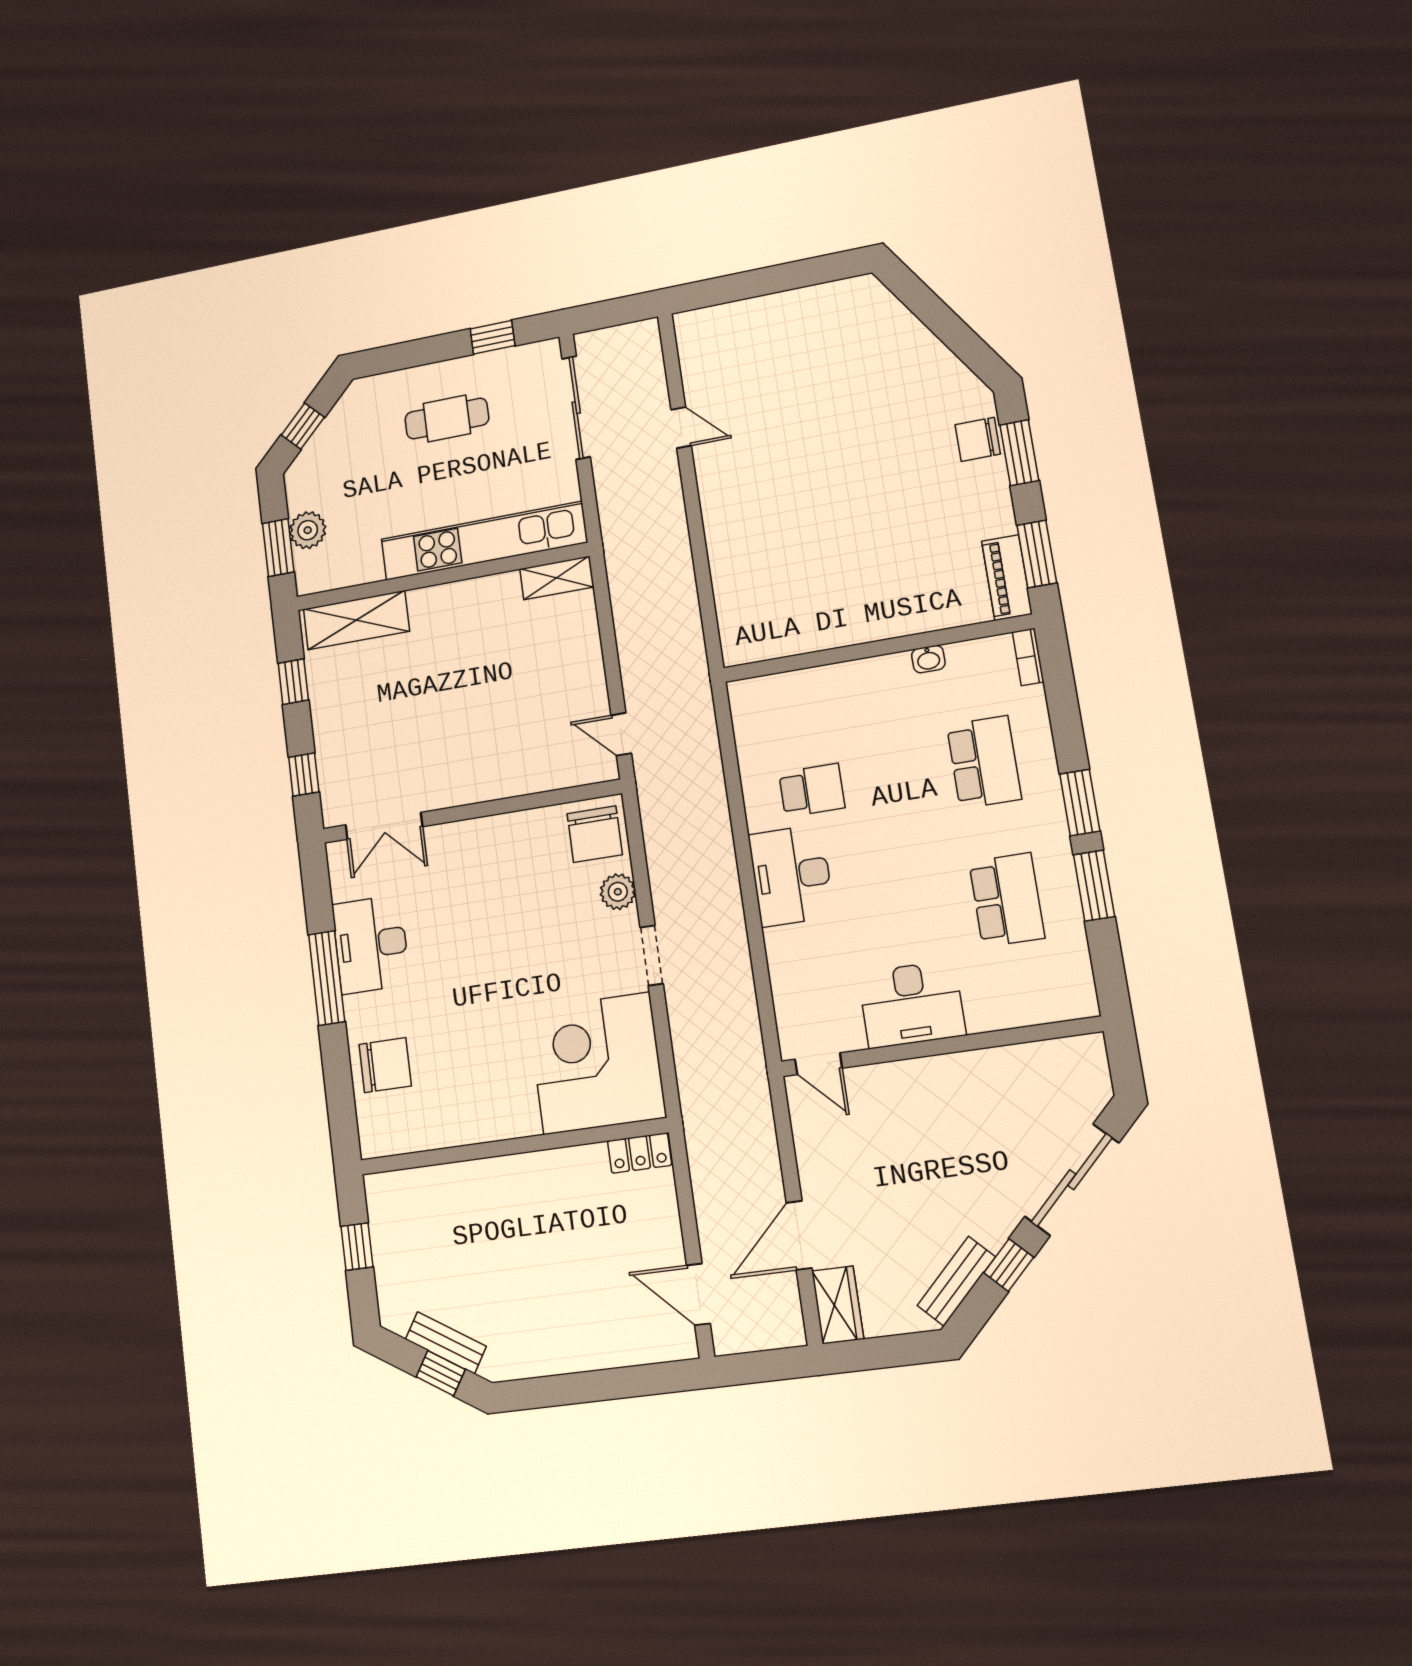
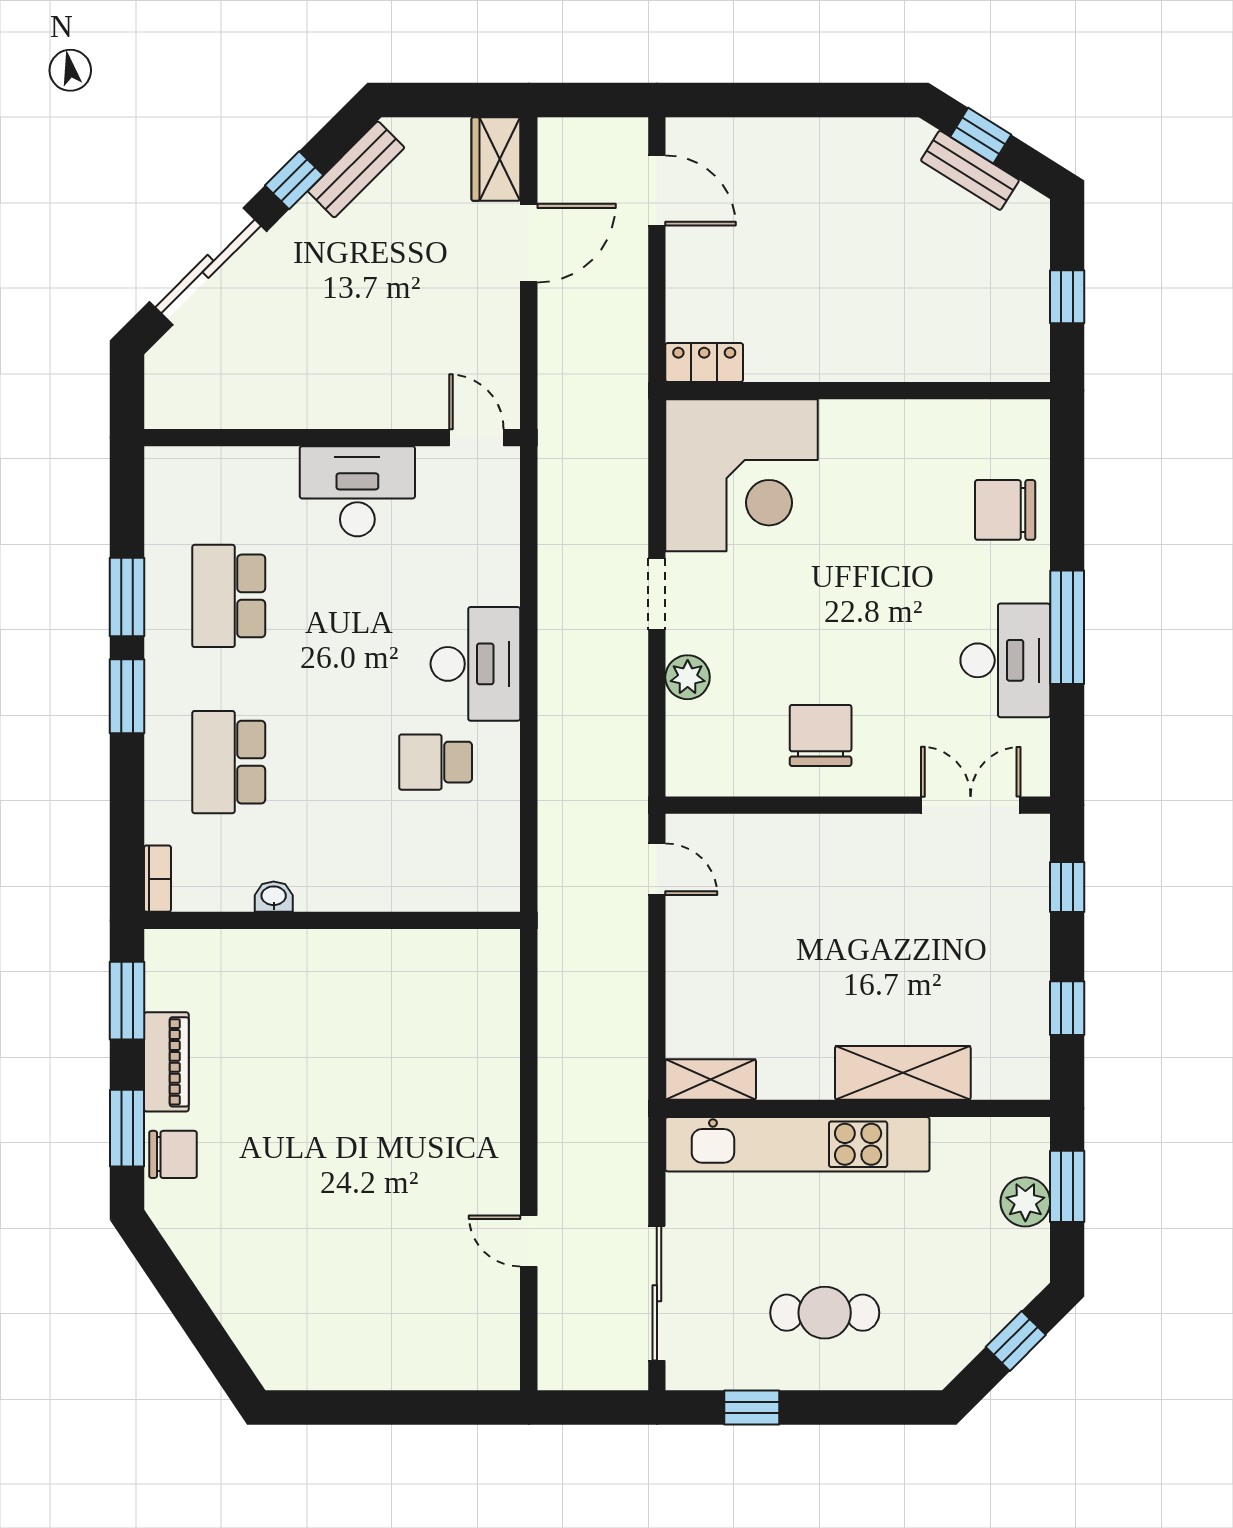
piano: (1007, 578) -> (166, 1062), moved
shelving: (356, 620) -> (903, 1073), moved
chair: (595, 834) -> (821, 735), moved

